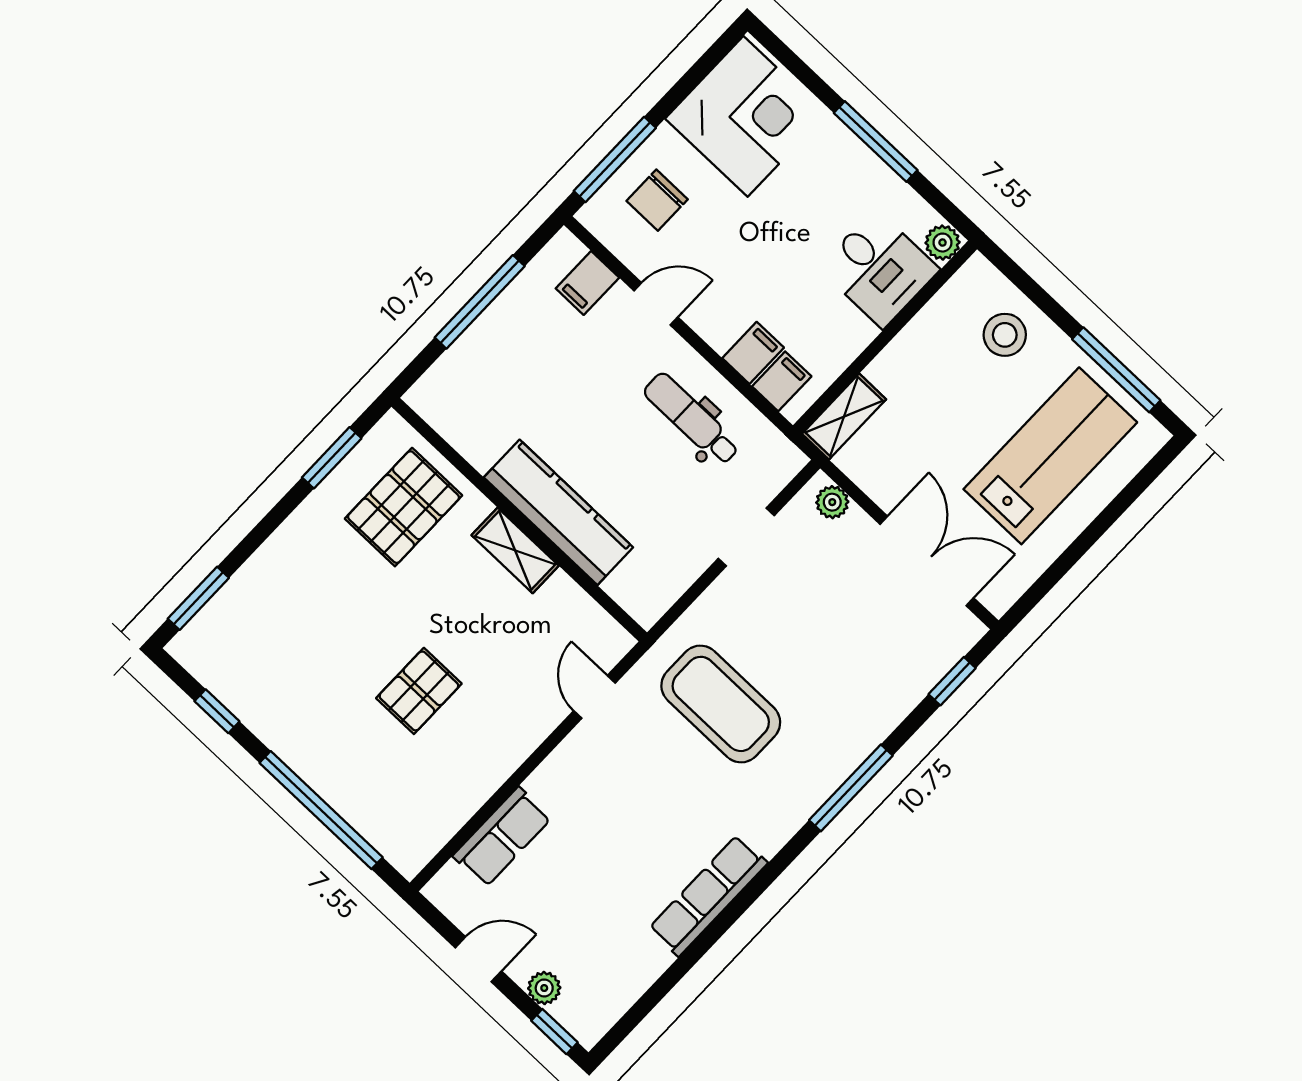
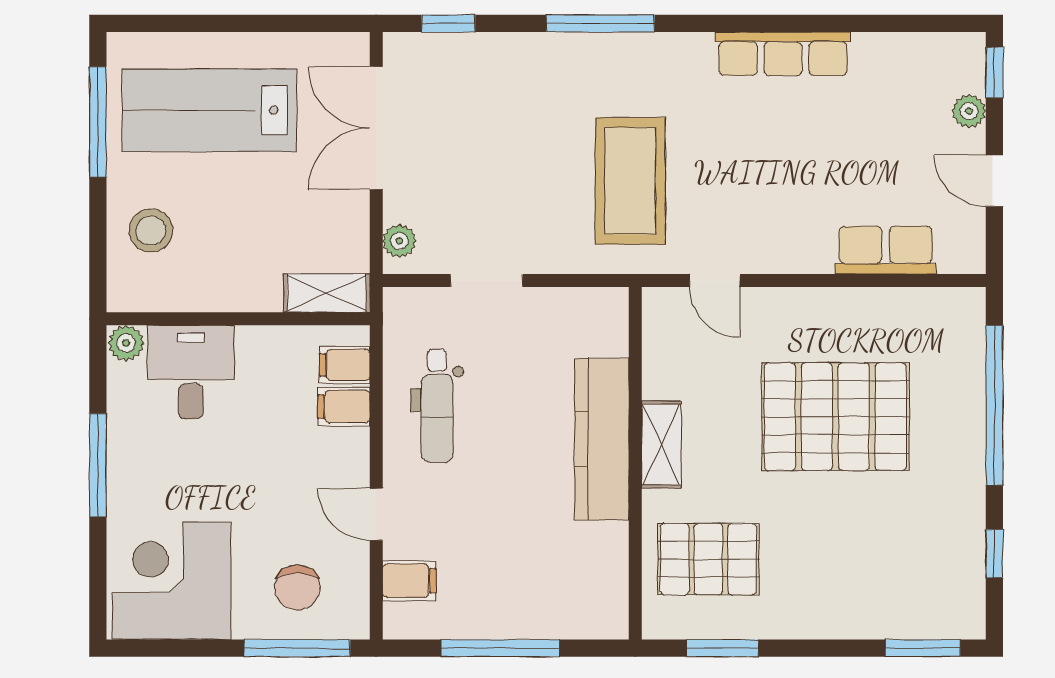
chair: (657, 200) -> (297, 587), turned 90
pallet: (419, 691) -> (835, 417), width x2.05, depth x2.00
door: (595, 697) -> (715, 281), hinge flipped

